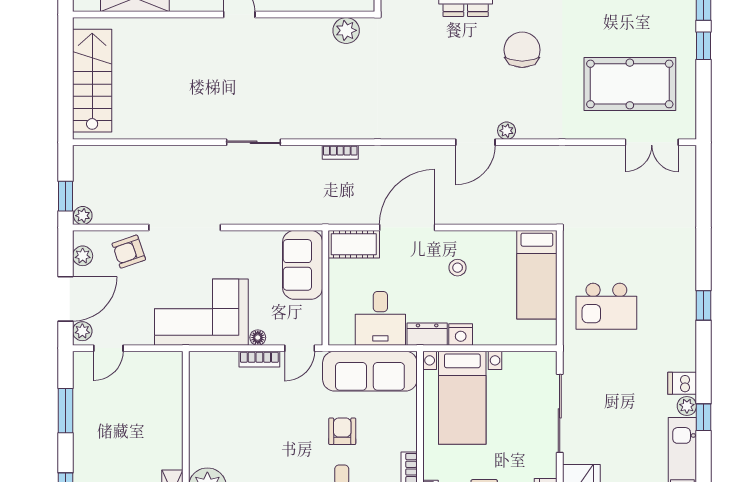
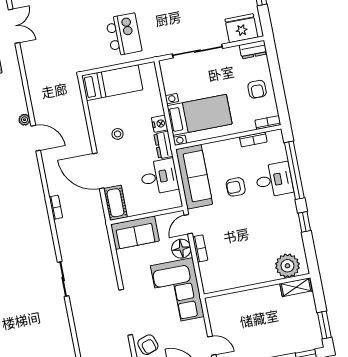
bookcase: (340, 152) -> (56, 207), moved
floor lamp: (258, 338) -> (181, 249), width x1.89, depth x1.89
door: (300, 348) -> (188, 224), swing flipped

